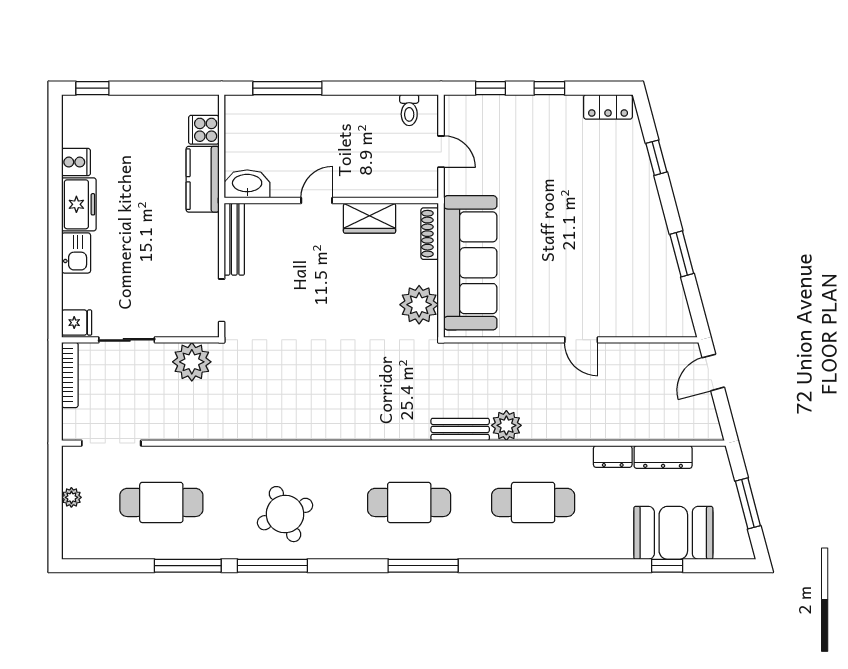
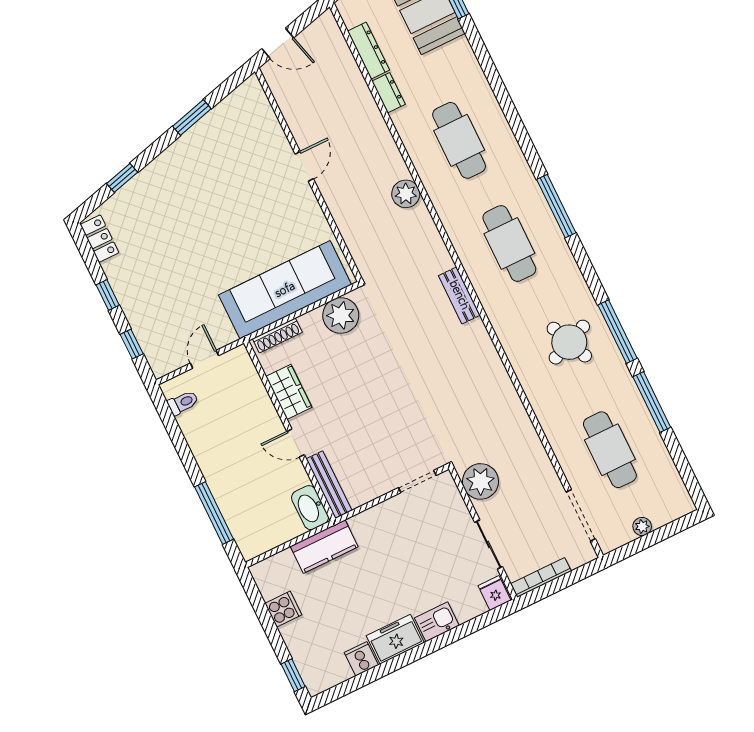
cooker: (204, 130) -> (283, 609), moved, turned -90
bench: (234, 239) -> (329, 485), moved, turned 90
bench: (460, 429) -> (459, 295), moved

